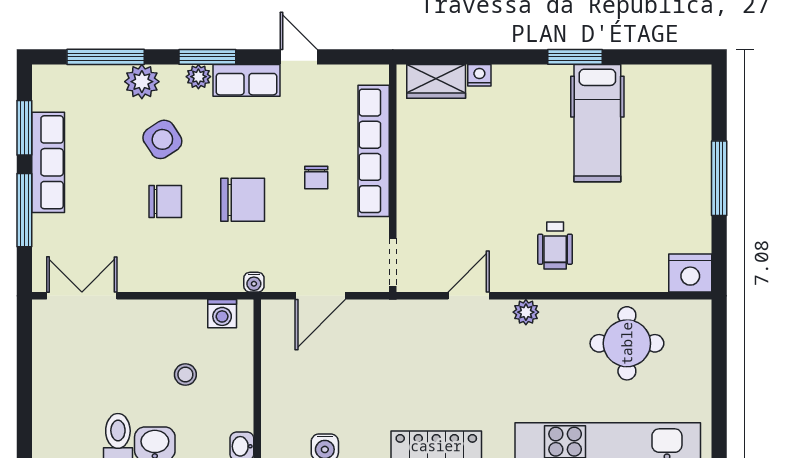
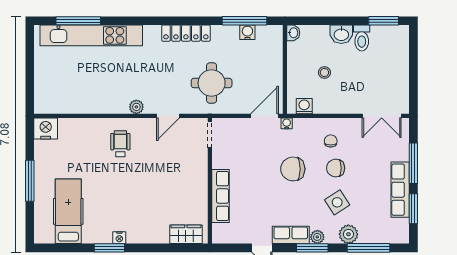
nightstand: (479, 75) -> (119, 238), moved
hospital bed: (597, 123) -> (68, 211), moved
row of seats: (374, 151) -> (221, 196), width x0.73
chair: (316, 177) -> (331, 141), moved
door: (320, 296) -> (264, 116), moved
round table: (627, 343) -> (212, 83), moved

